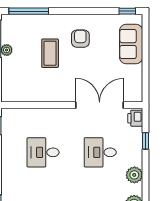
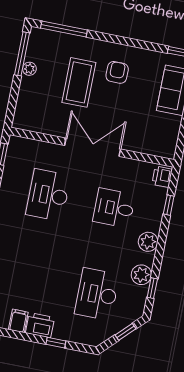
coffee table: (50, 53) -> (79, 82), width x1.36, depth x1.32
double door: (100, 105) -> (93, 147), moved
desk: (43, 152) -> (48, 195), width x1.37

